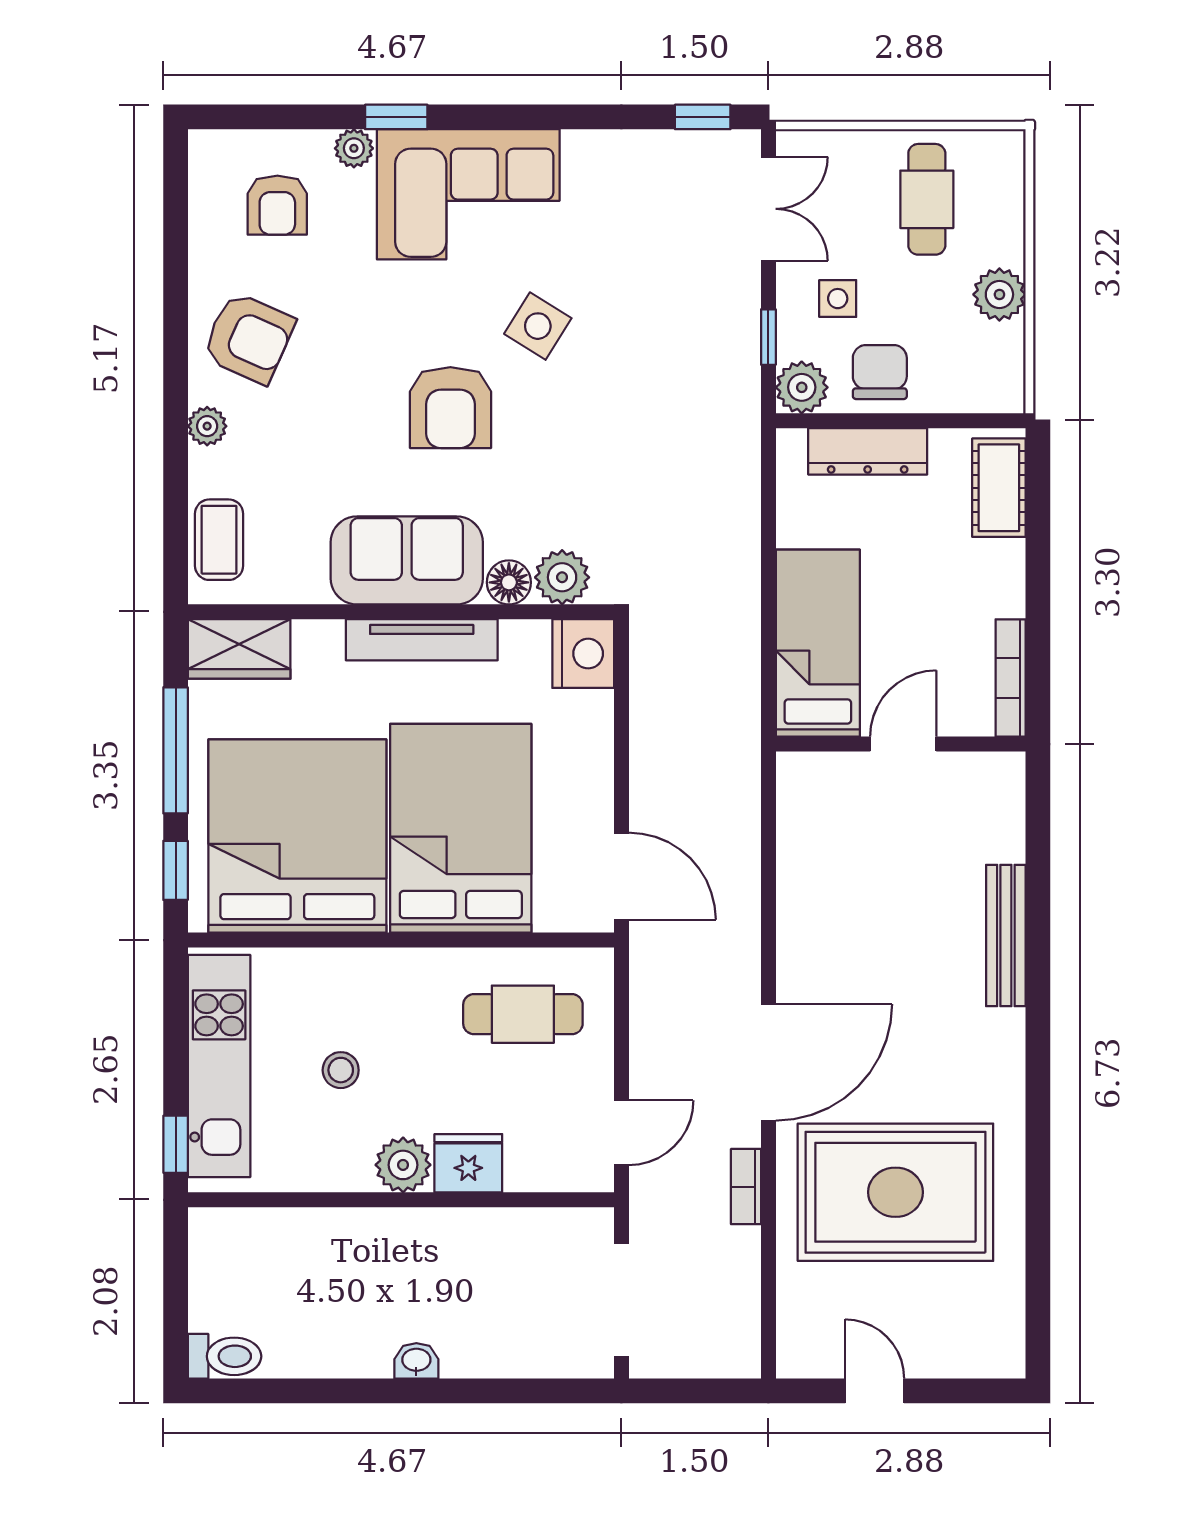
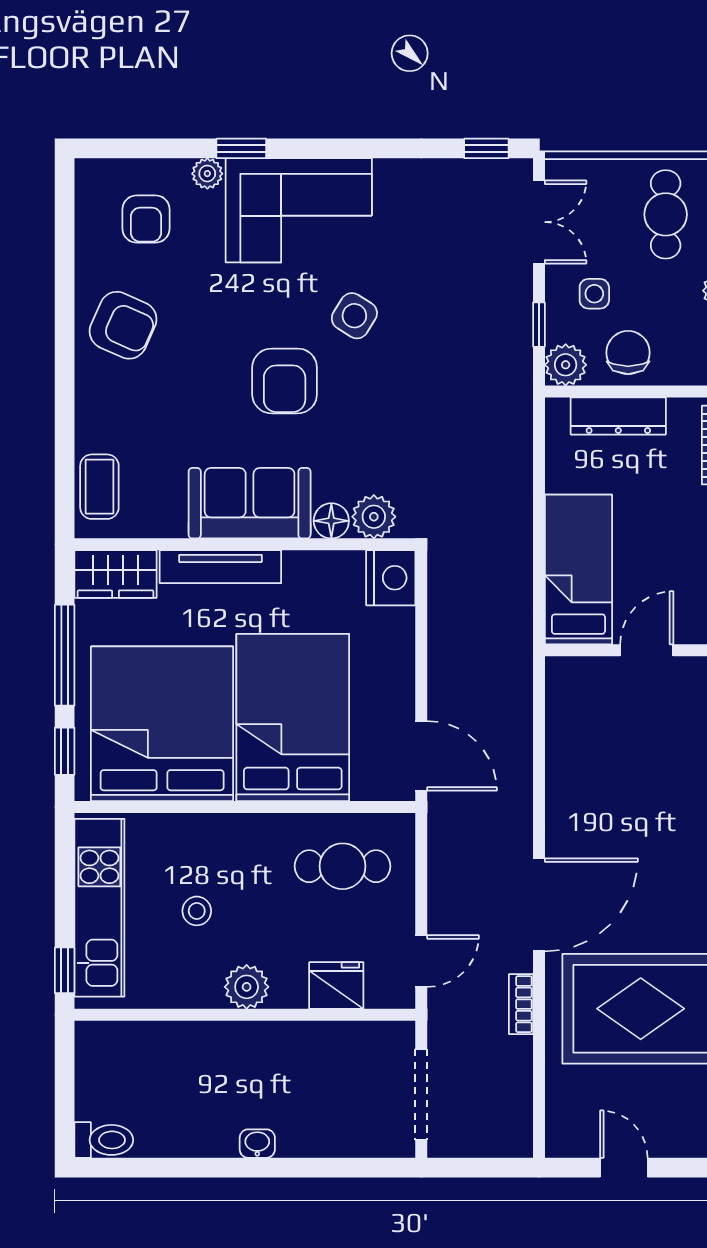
plant: (207, 426) -> (90, 396), removed
tv unit: (422, 640) -> (220, 567), moved
fridge: (468, 1163) -> (336, 985), moved

